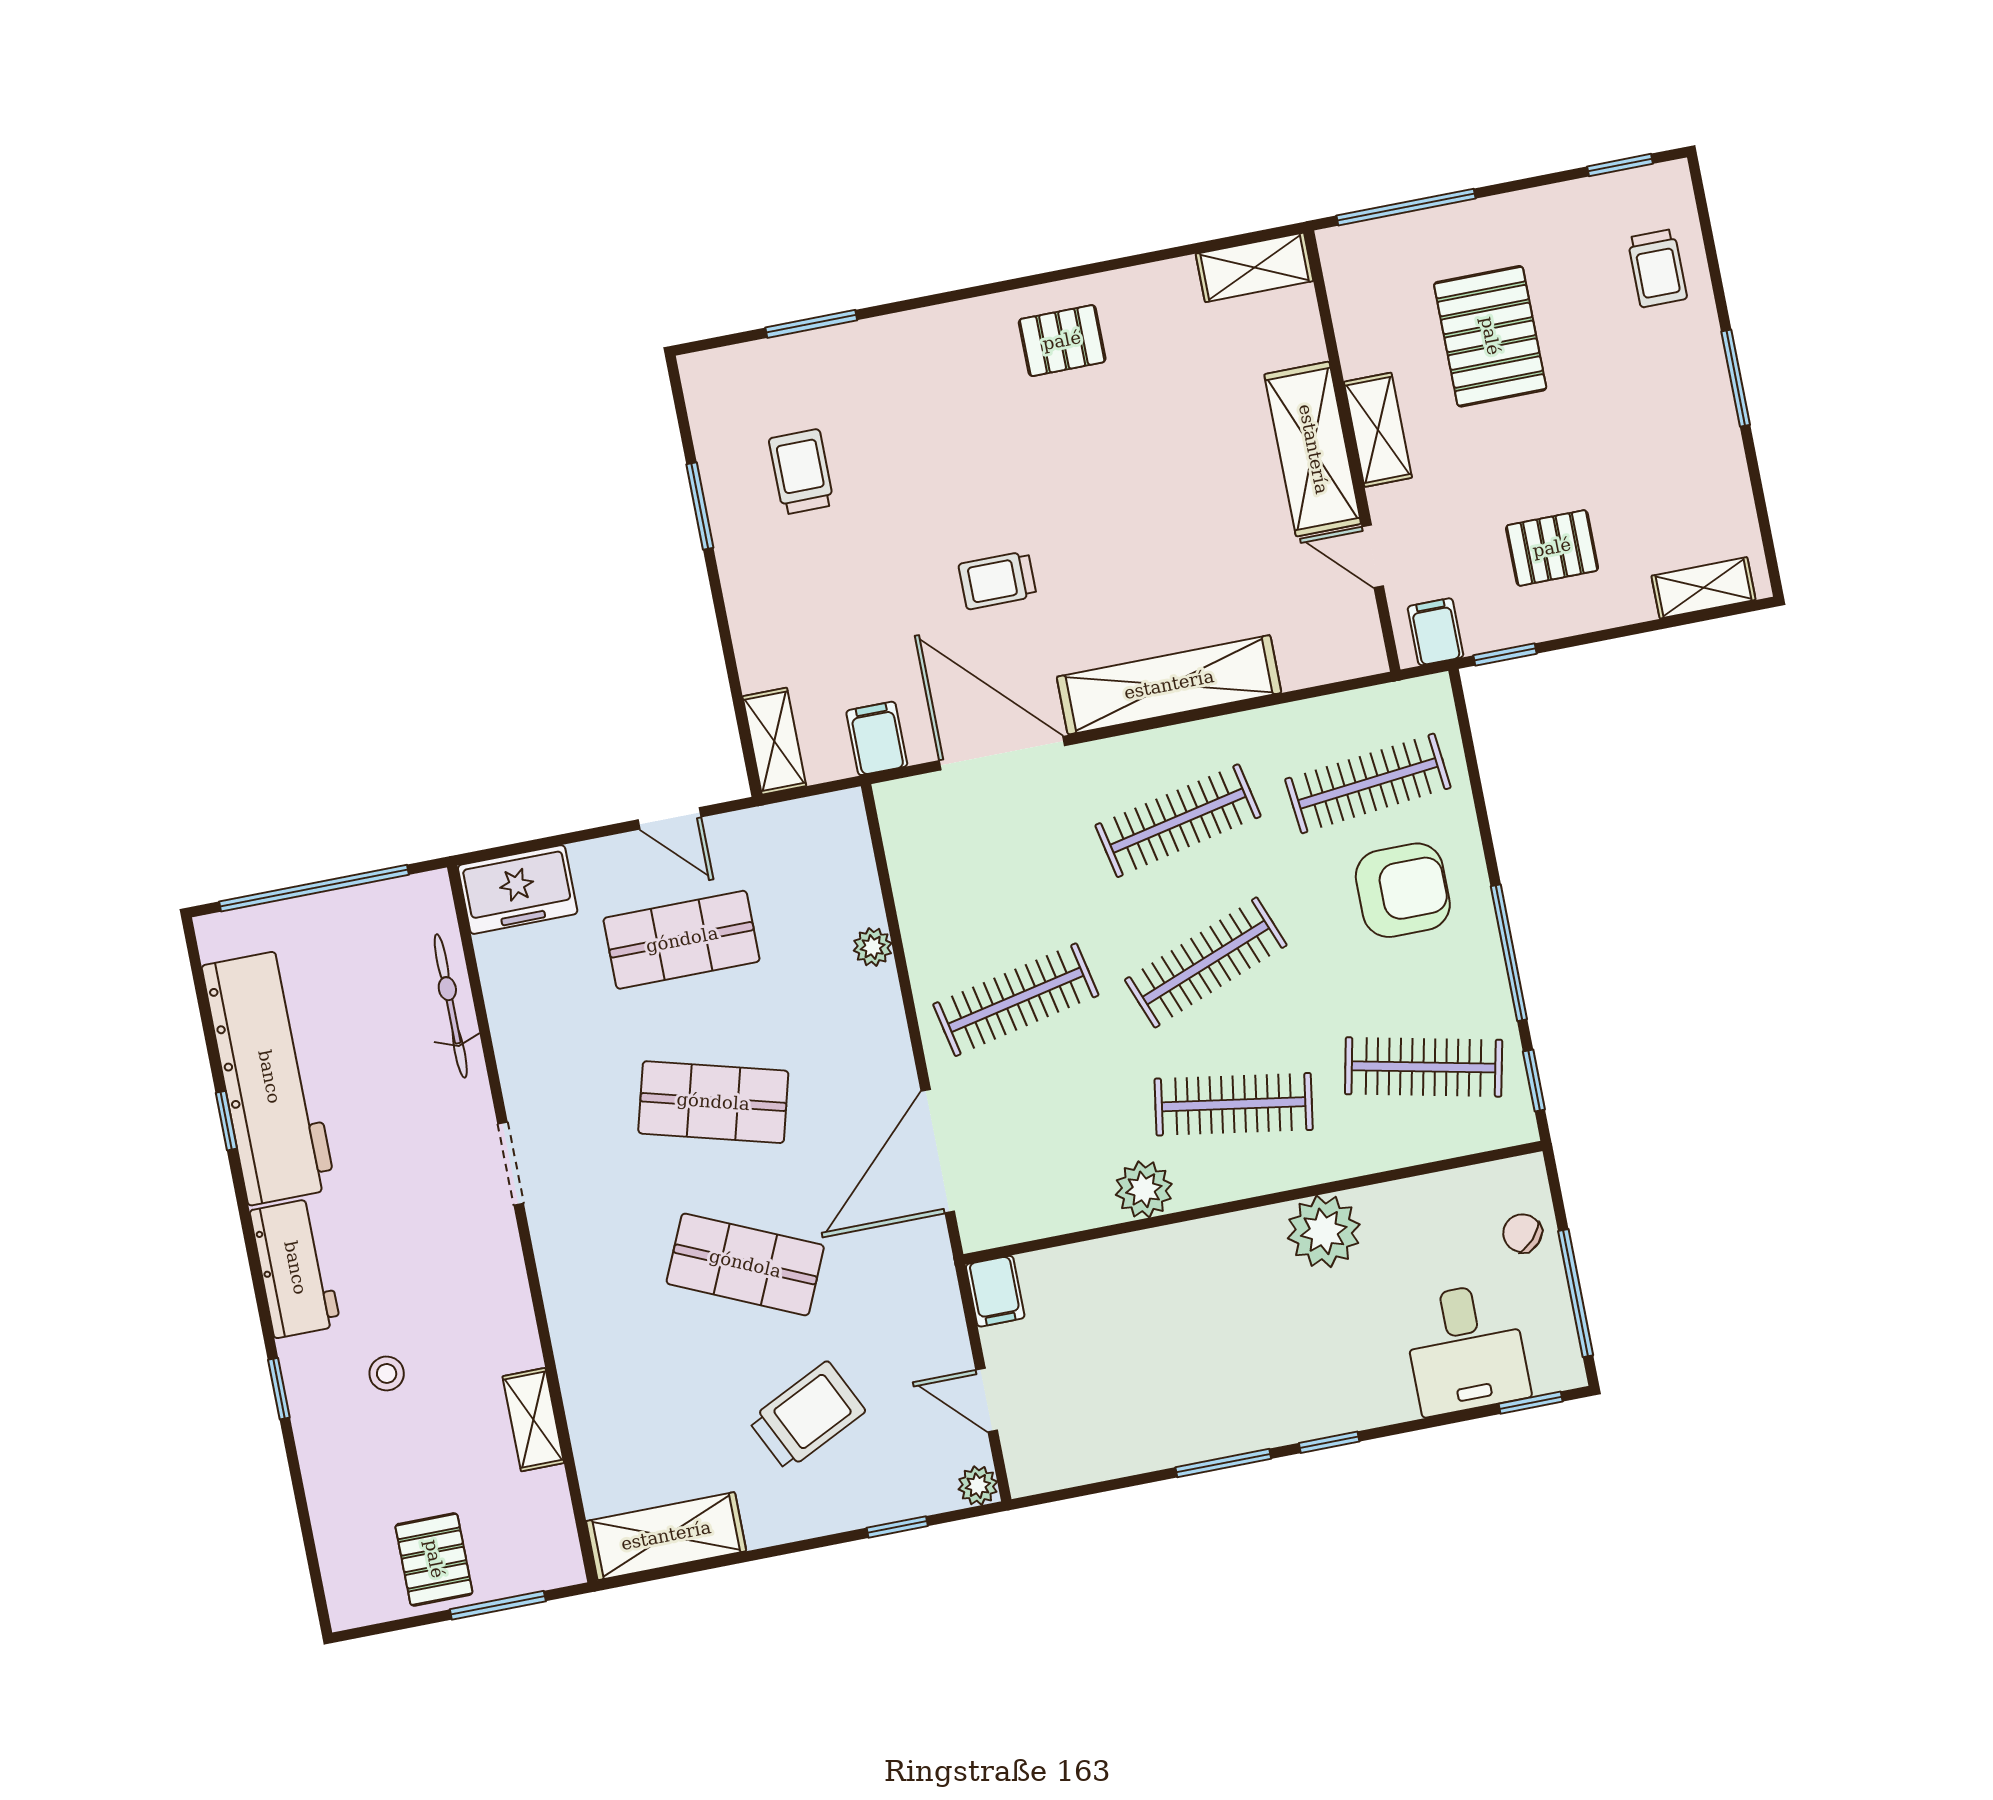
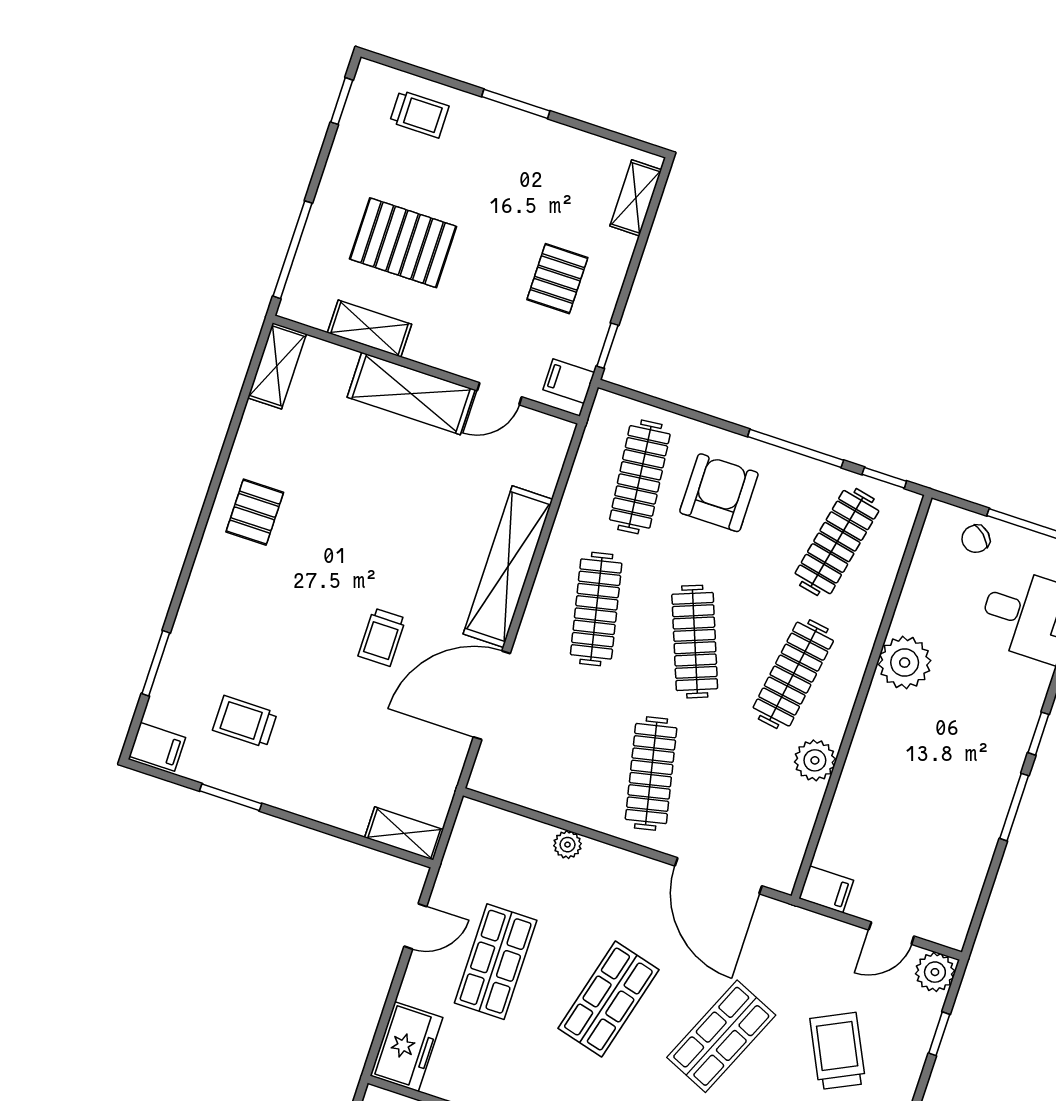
shelving: (1378, 430) -> (370, 329), moved
filing cabinet: (877, 738) -> (157, 747), moved, turned 180
plant: (978, 1486) -> (935, 972), width x1.38, depth x1.38

